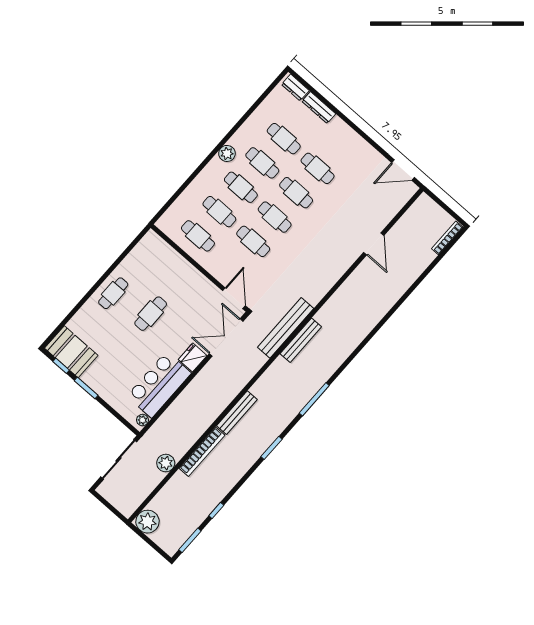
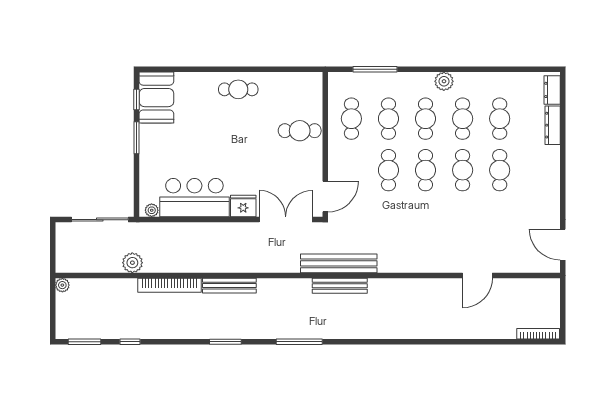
window: (179, 192) -> (375, 69), added
cafe table: (151, 314) -> (300, 131), moved
plant: (147, 522) -> (62, 285), width x0.53, depth x0.53

